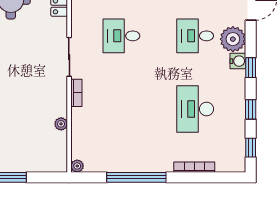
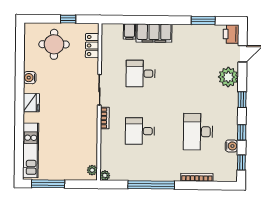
desk: (195, 36) -> (140, 131), moved
water cooler: (238, 61) -> (231, 146), moved
plant: (61, 124) -> (92, 170), moved

